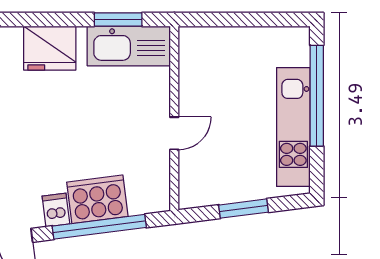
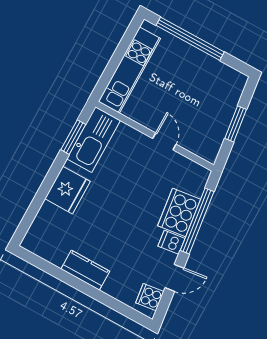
kitchen unit: (293, 127) -> (129, 70), moved, turned -90

